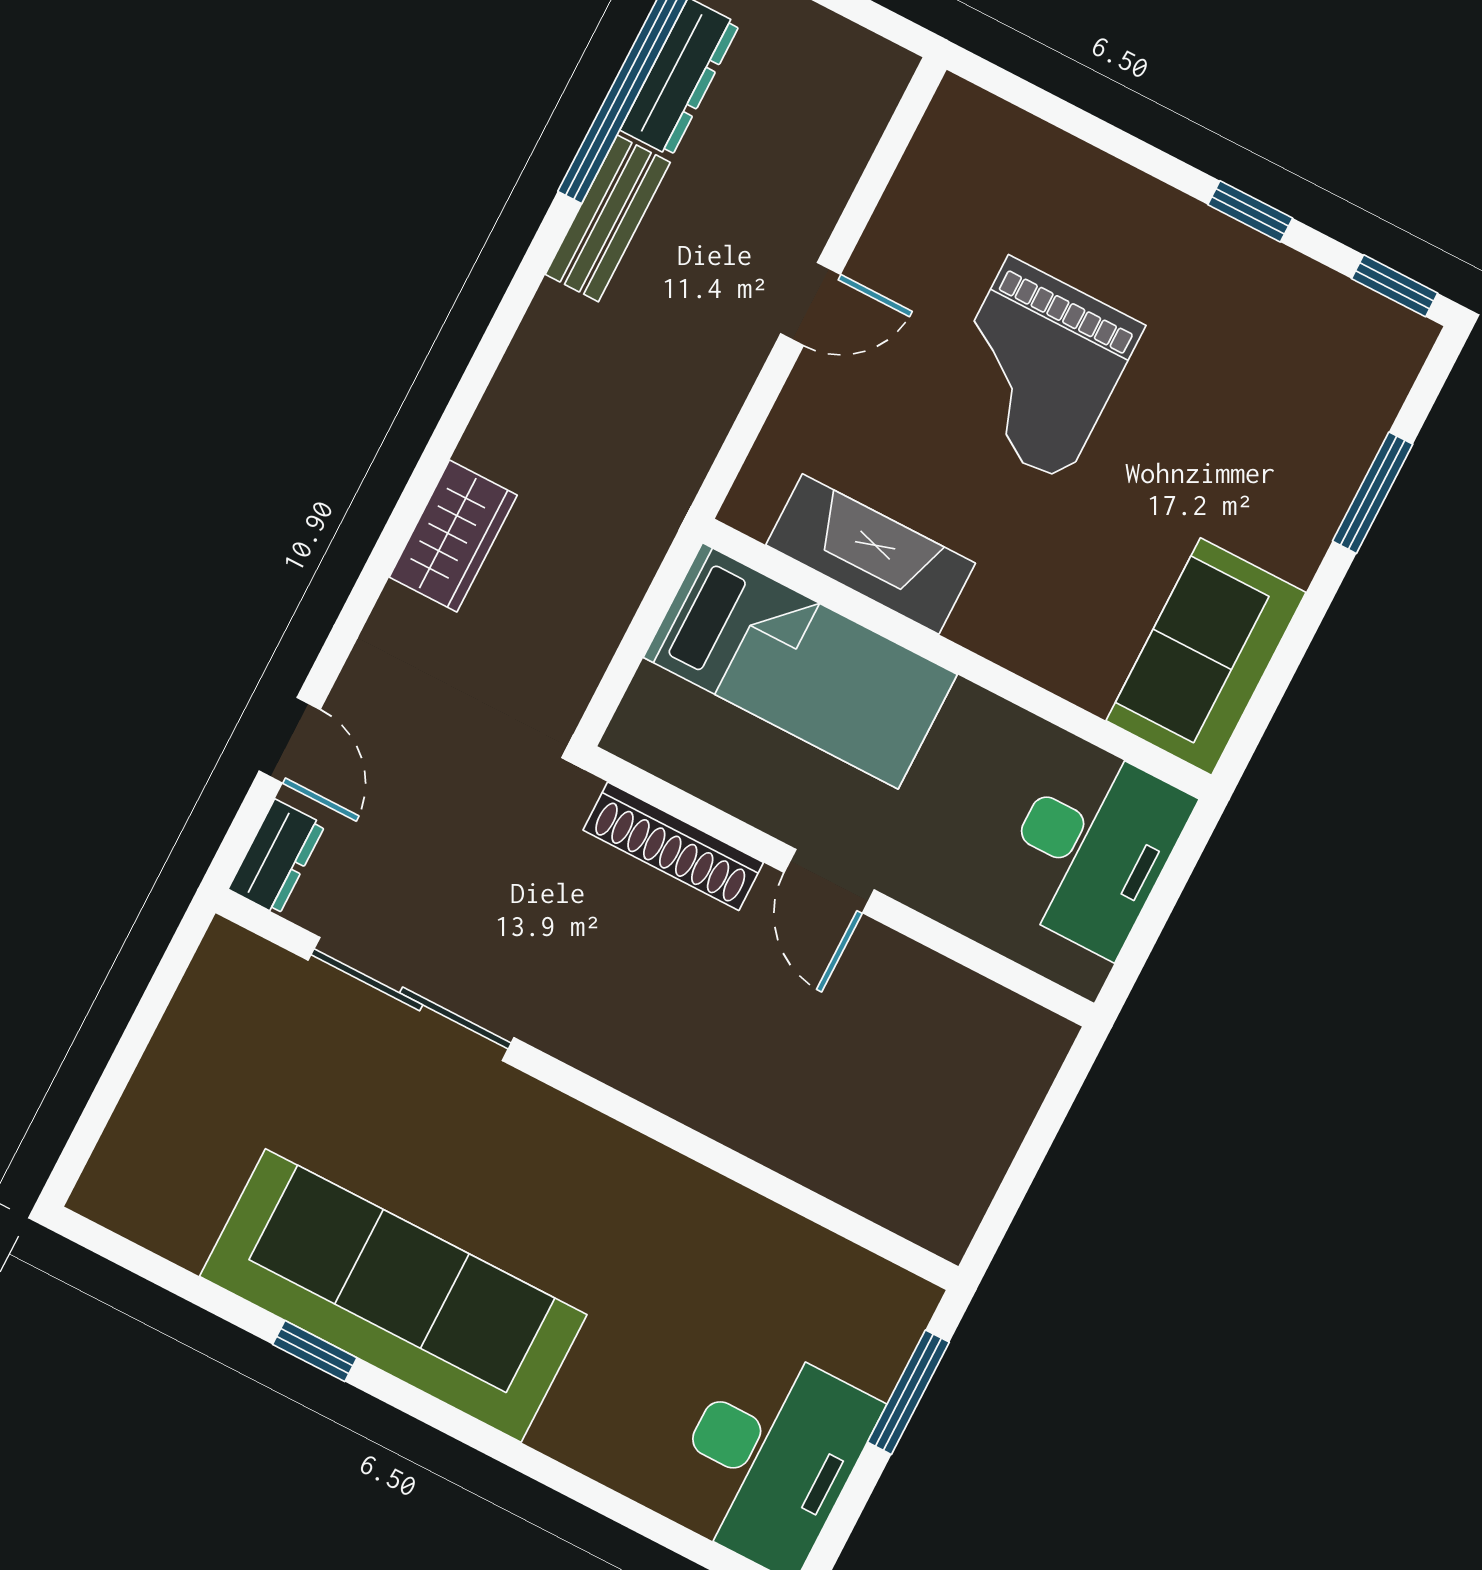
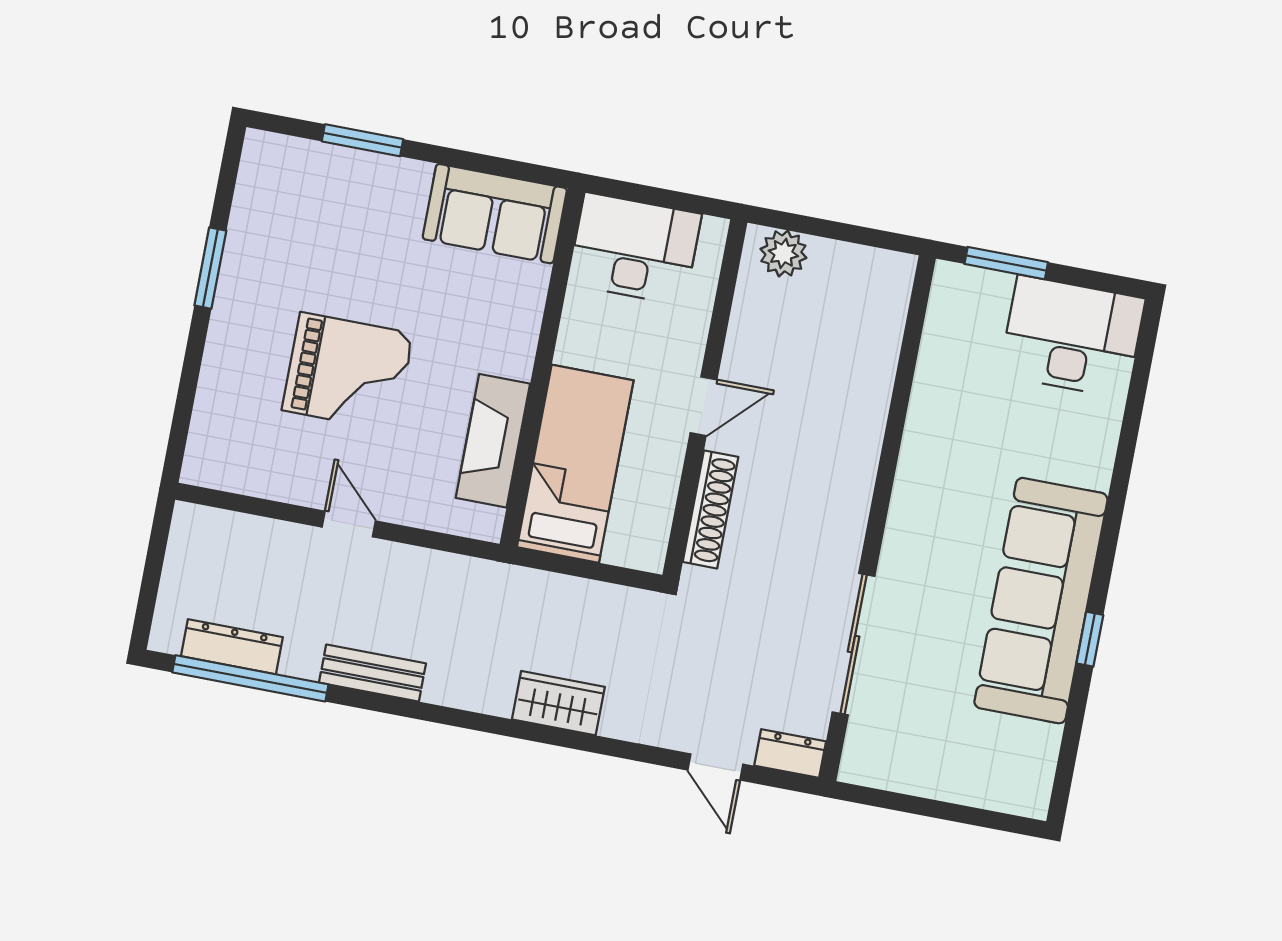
window: (1250, 211) -> (210, 268), width x1.50
bench: (608, 218) -> (372, 673), moved
window: (1395, 286) -> (230, 165), removed
door: (290, 740) -> (715, 767), swing flipped
plant: (1020, 1066) -> (783, 253), added

